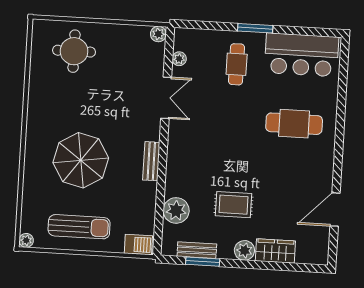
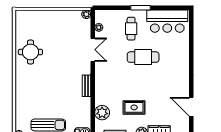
round table: (74, 51) -> (30, 52), moved
cafe table: (294, 124) -> (143, 57), moved
parasol: (81, 160) -> (47, 88), removed
door: (335, 210) -> (191, 107), hinge flipped

